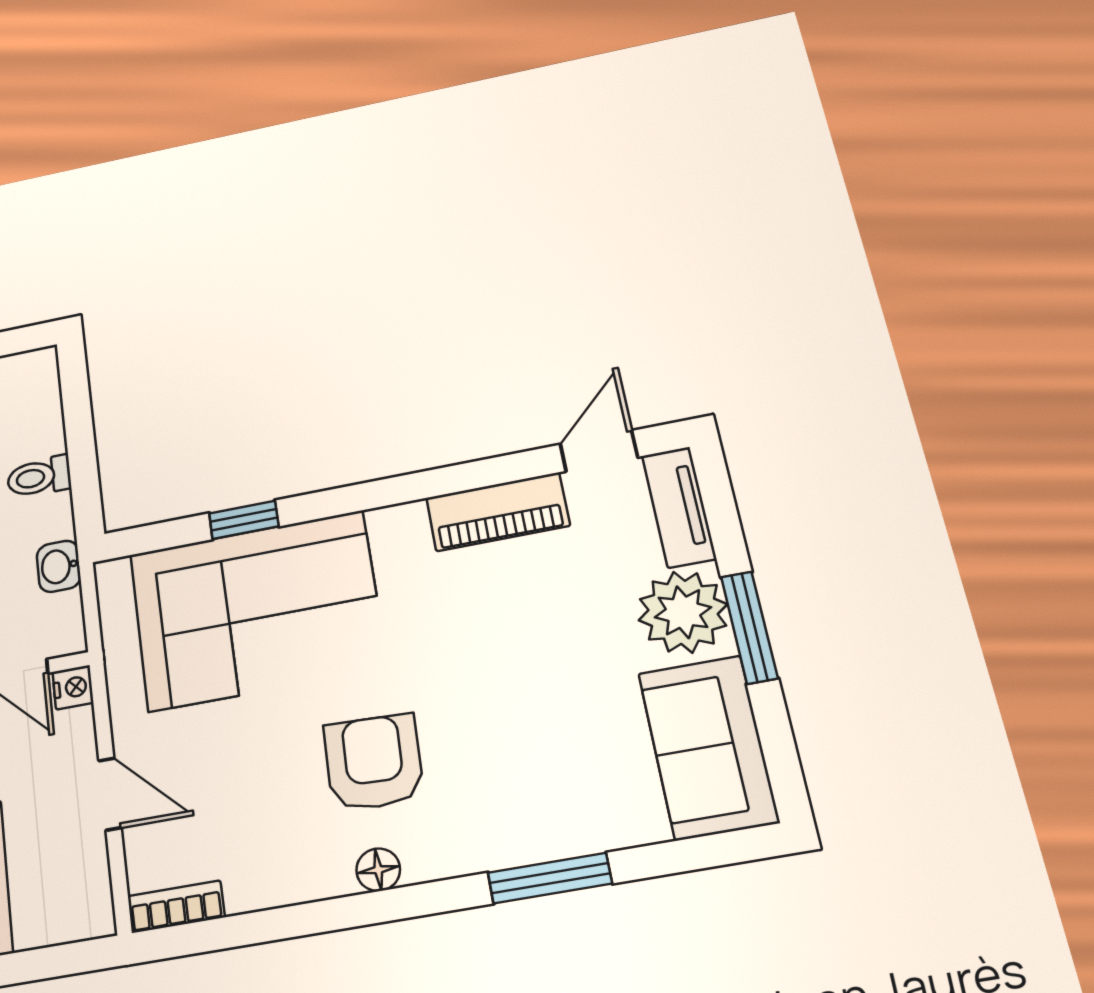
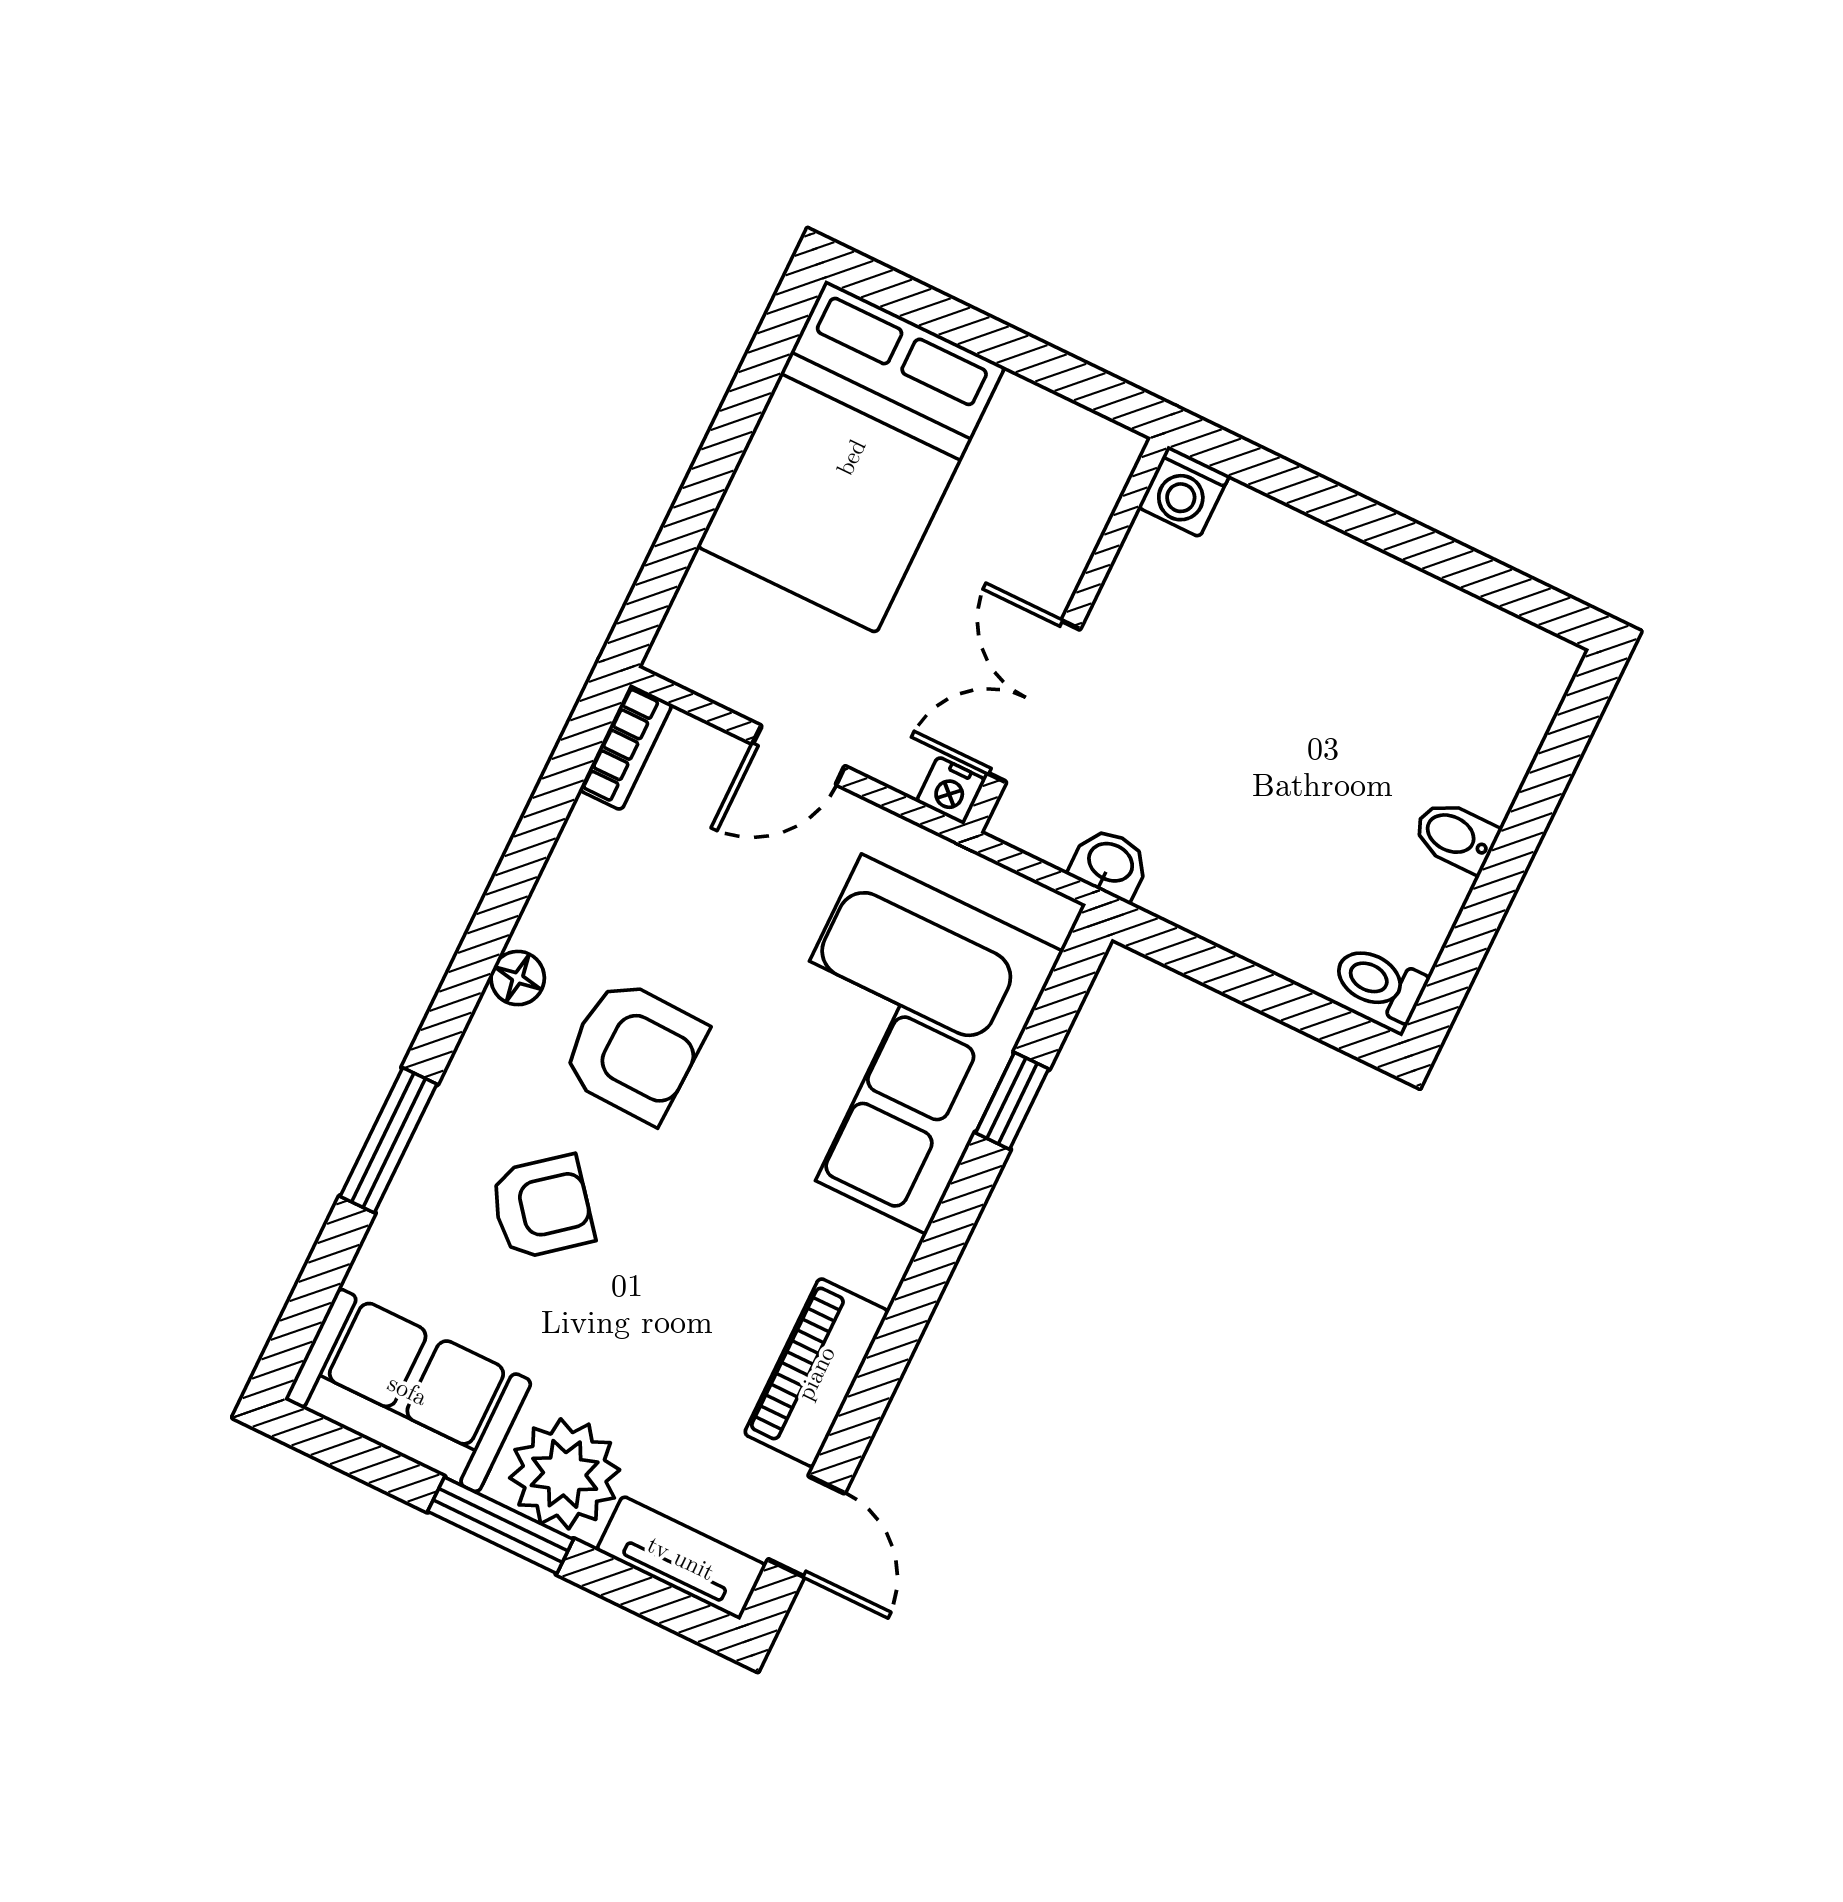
toilet: (39, 477) -> (1380, 983), moved, turned -90
armchair: (519, 748) -> (542, 1207), added

